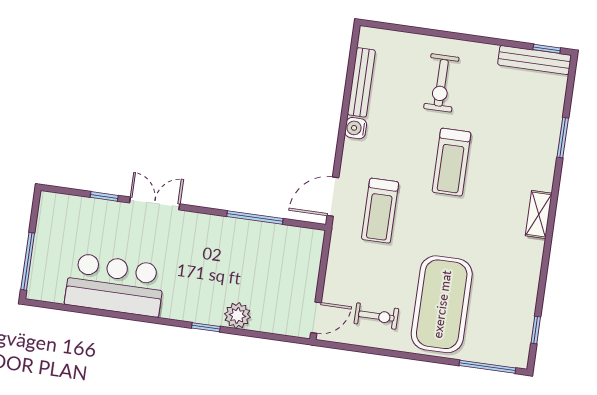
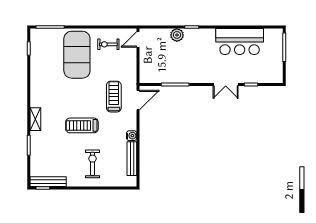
treadmill: (451, 162) -> (82, 125), turned -90
shelving: (539, 214) -> (35, 119), moved

